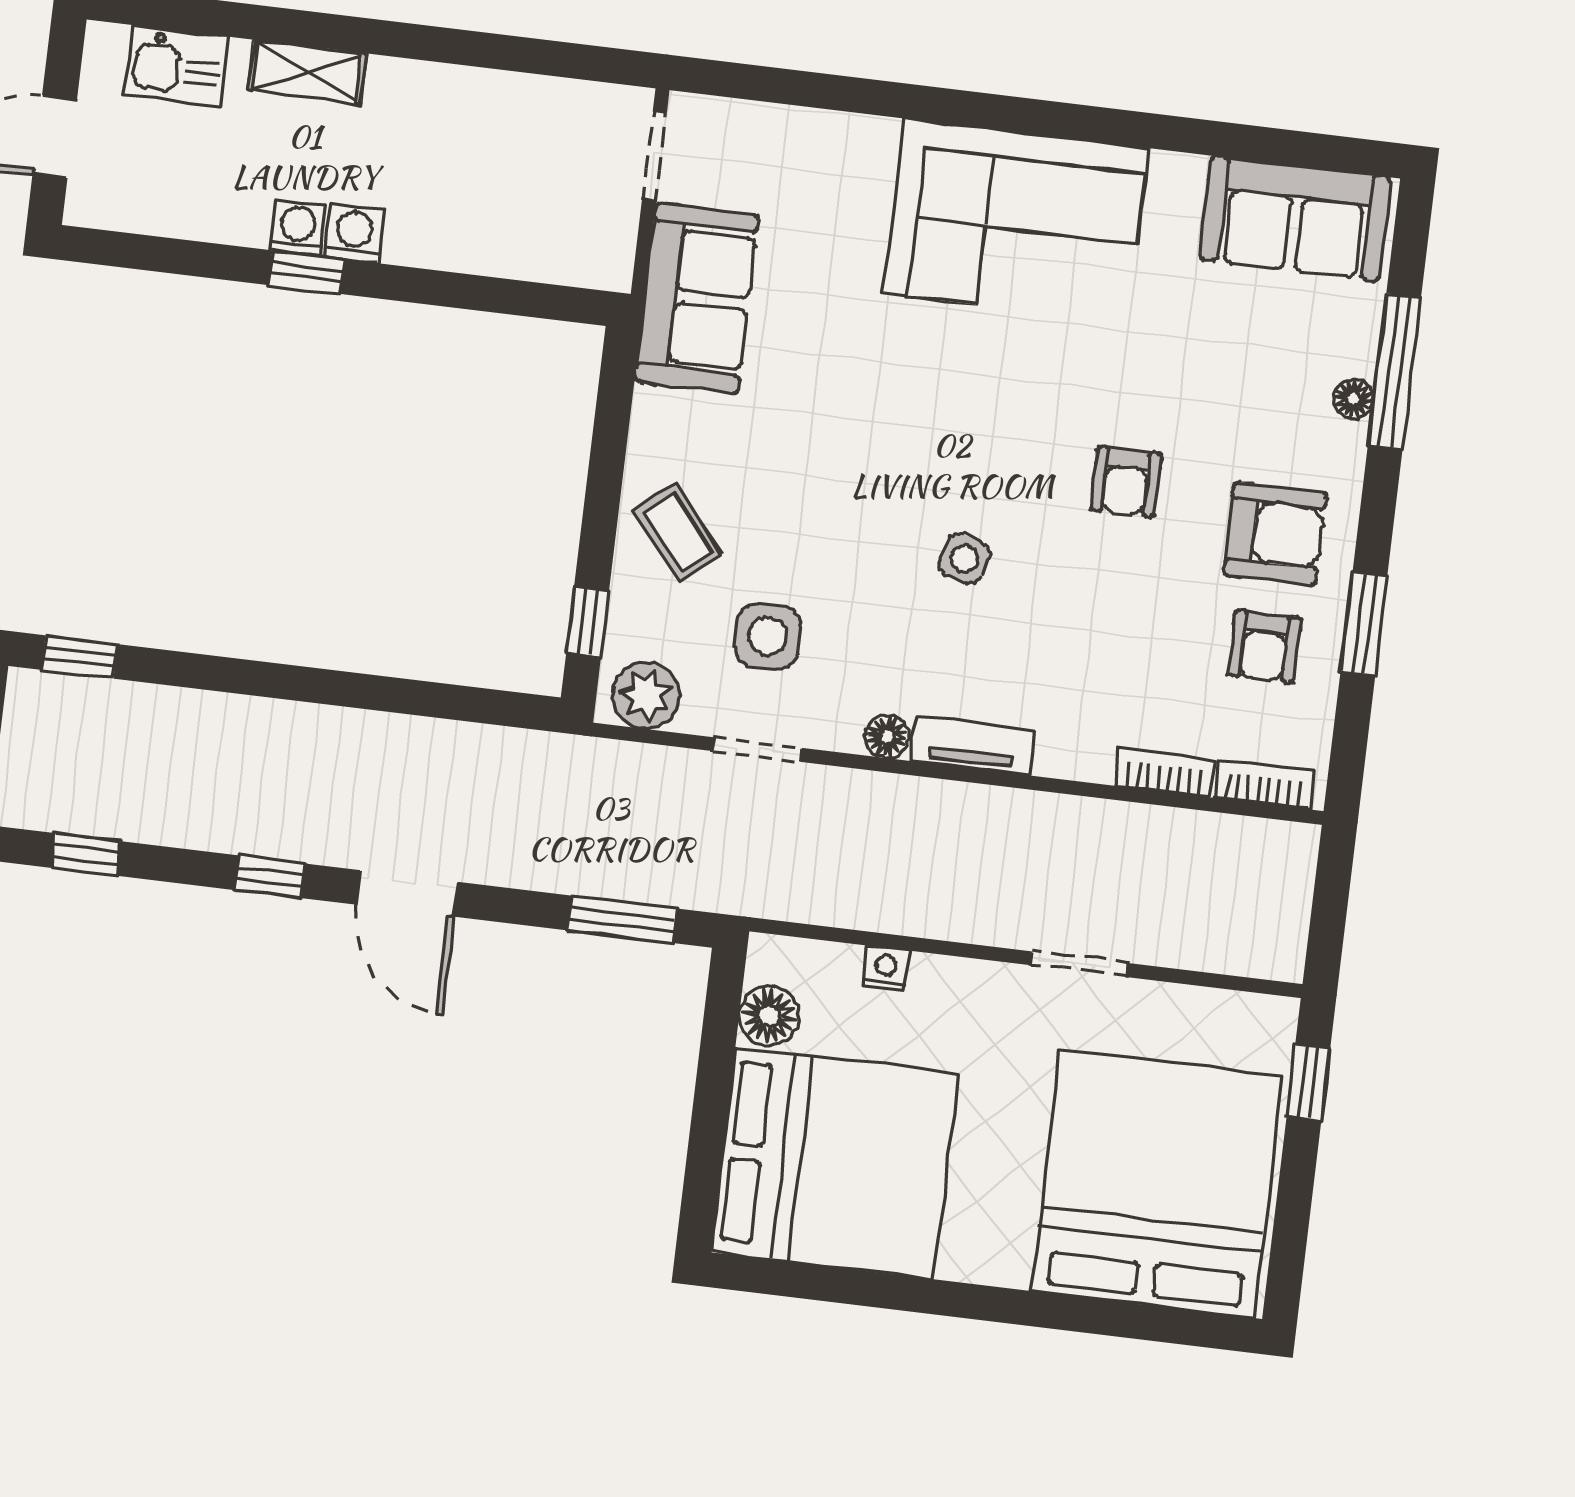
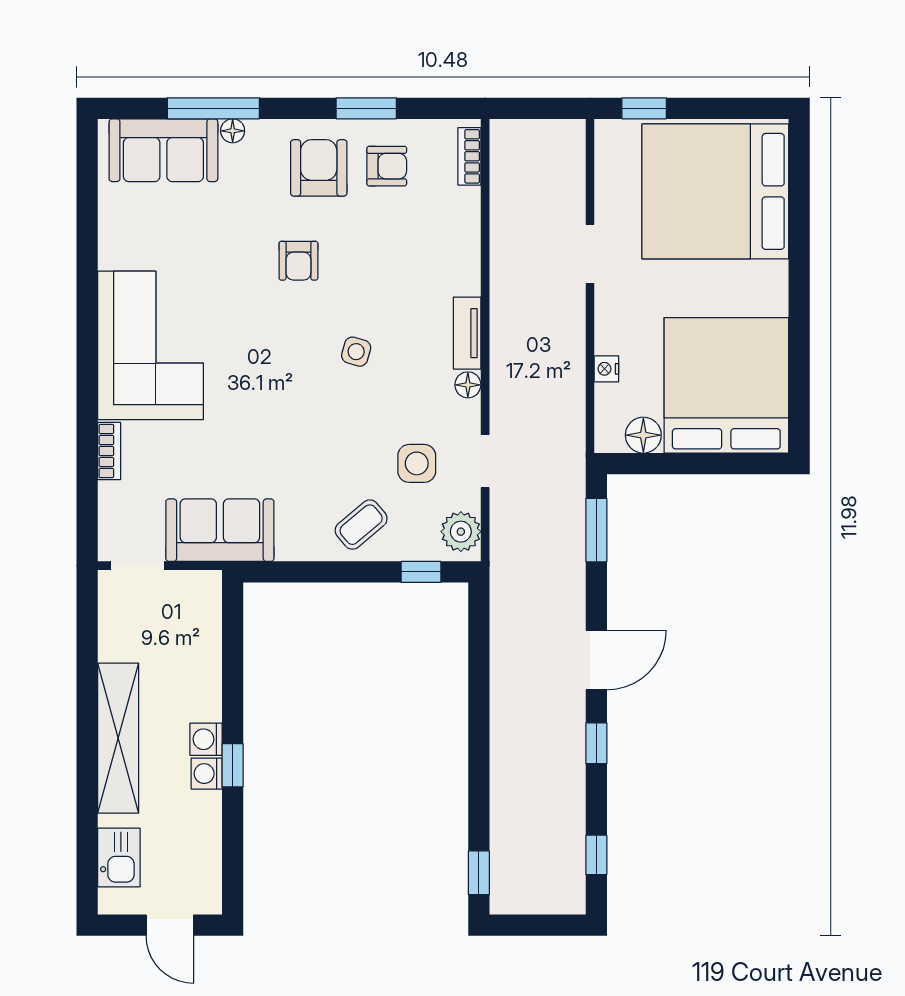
shelving: (307, 72) -> (118, 738), width x2.20, depth x1.33
sofa: (1295, 218) -> (163, 150), moved, turned 90
armchair: (1126, 482) -> (298, 261), turned 90
bookcase: (1165, 773) -> (109, 451), moved, turned 180

